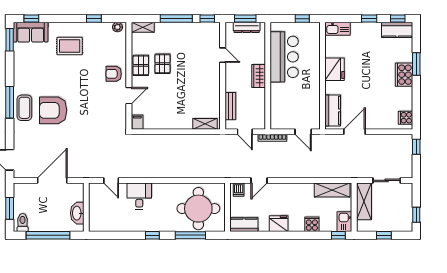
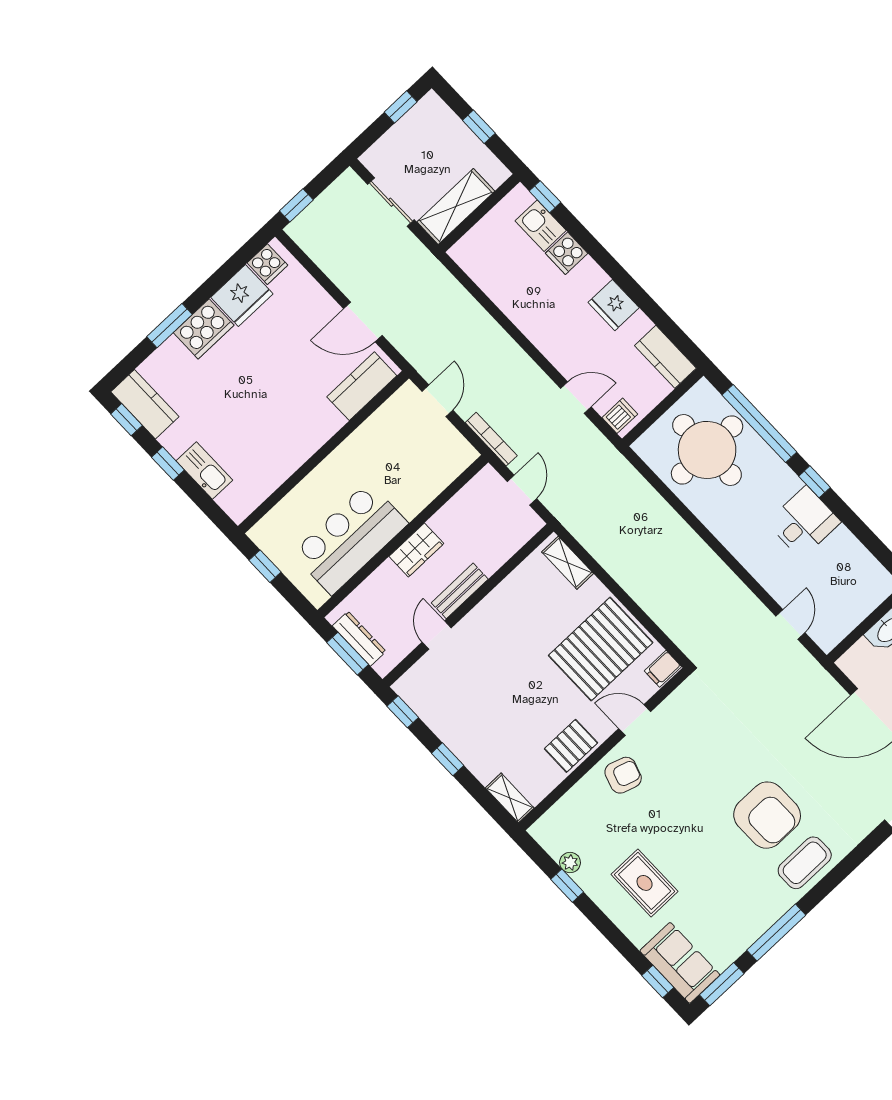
window: (176, 19) -> (448, 759), width x0.46
plant: (117, 27) -> (570, 863), moved
kitchen sink: (337, 29) -> (204, 471), moved
pallet: (162, 64) -> (601, 649), moved, width x2.05, depth x2.00
fridge: (335, 69) -> (242, 296), moved, turned 180
armchair: (114, 74) -> (623, 775), turned -72
window: (10, 102) -> (776, 933), moved
bench: (230, 106) -> (460, 591), moved
shelving: (332, 190) -> (485, 272), removed
desk: (139, 196) -> (804, 522), moved, turned 180
kitchen sink: (344, 222) -> (541, 226), moved, turned 90
window: (190, 235) -> (759, 423), width x1.46

